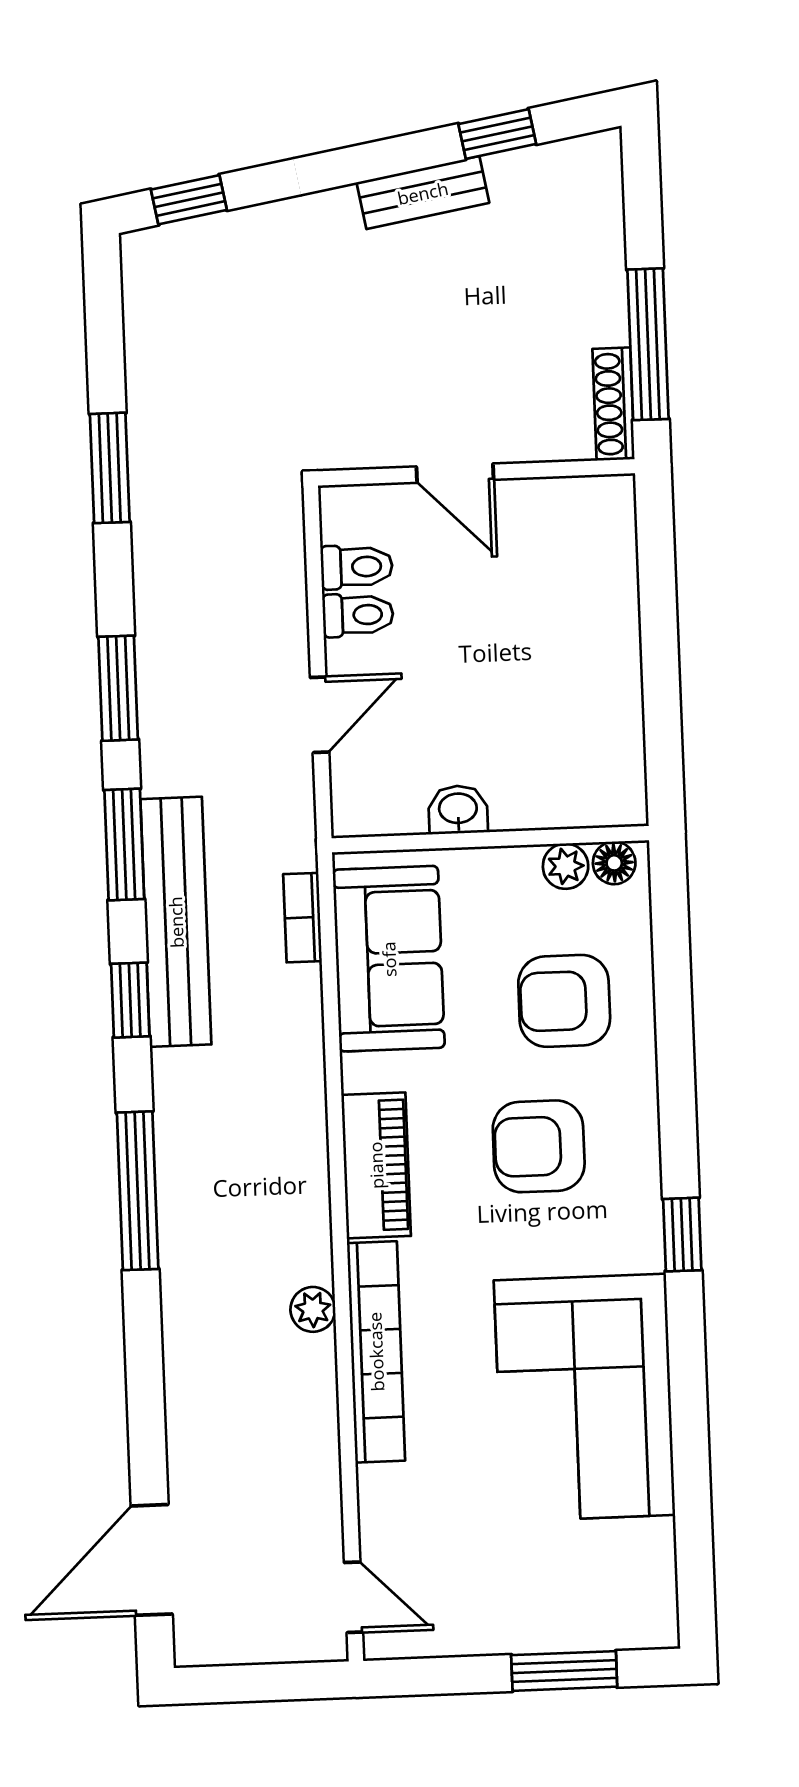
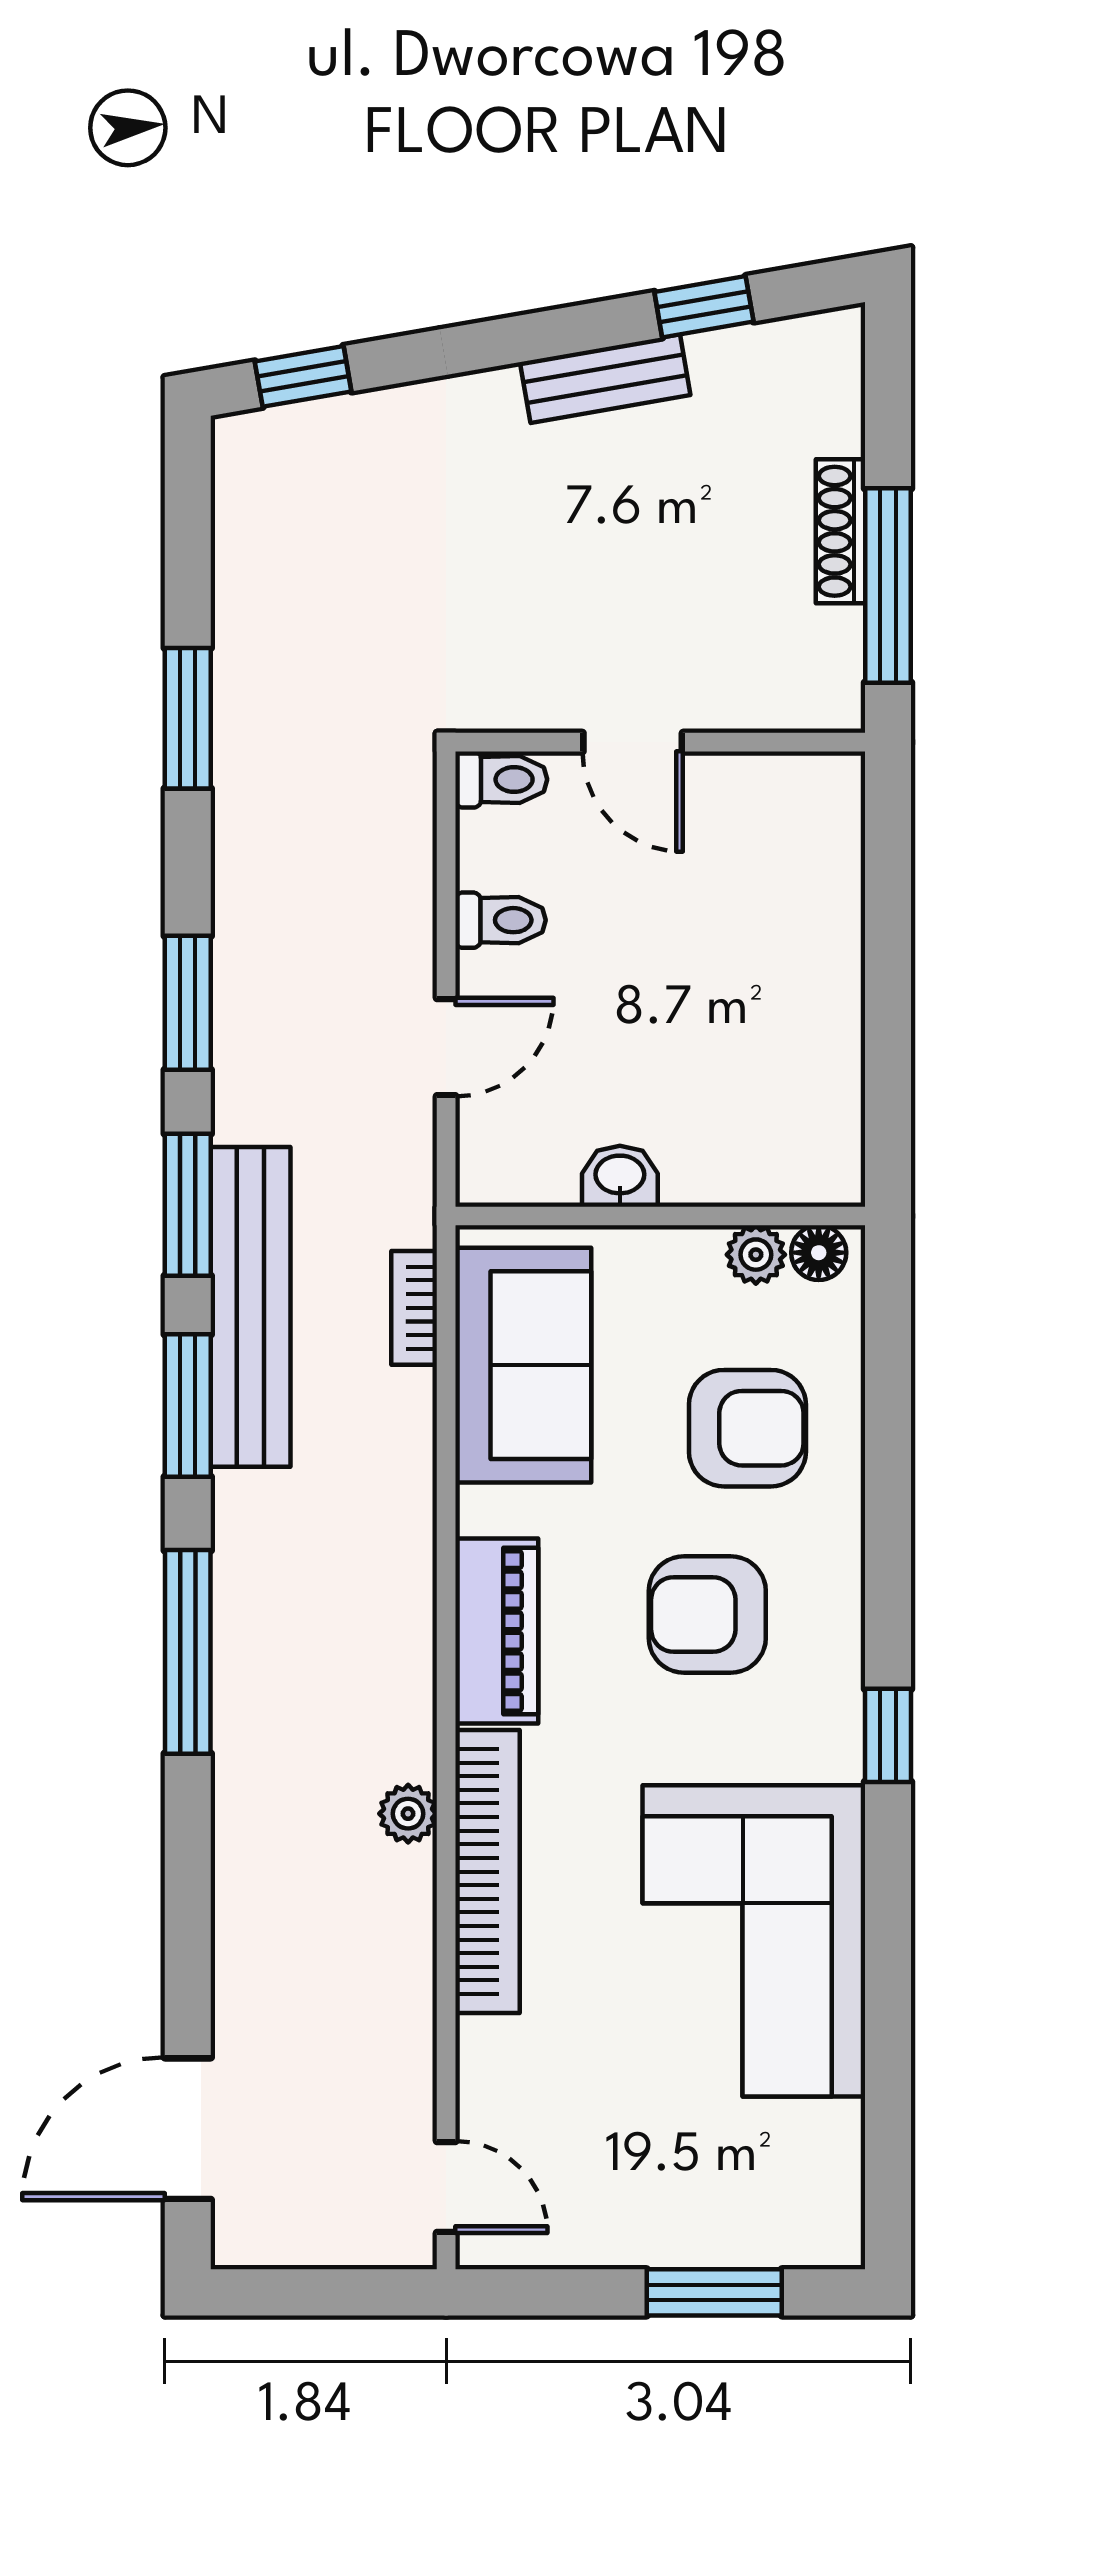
shoe rack: (613, 404) -> (841, 531), moved
toilet: (357, 567) -> (501, 779), moved
window: (130, 1000) -> (188, 1406), width x1.50
armchair: (564, 1001) -> (747, 1428), turned 180

